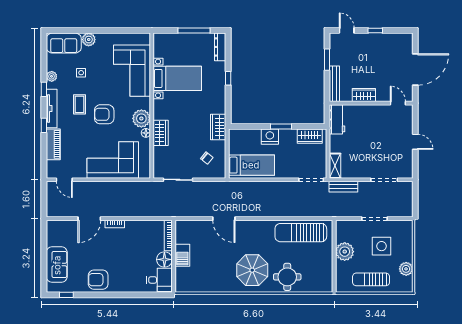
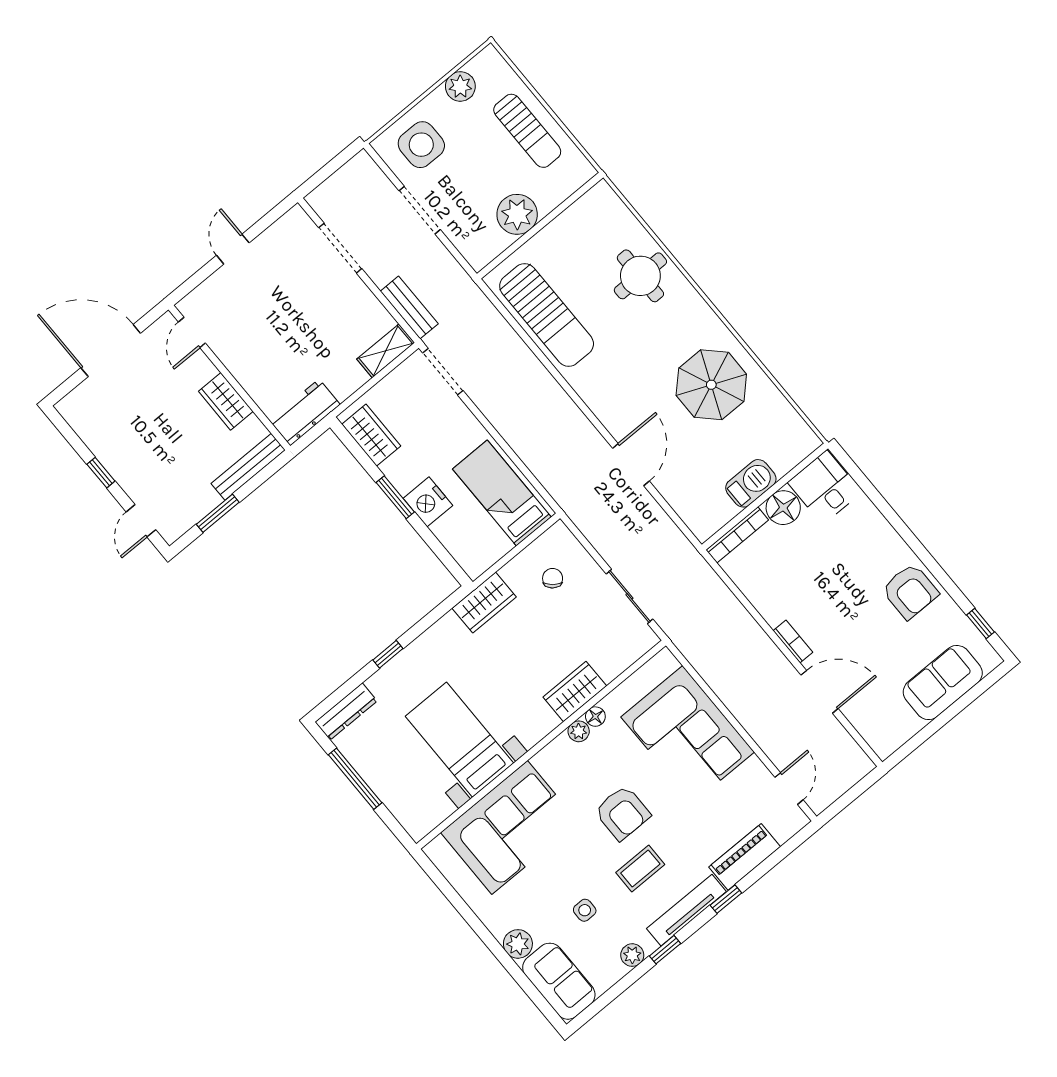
plant: (141, 118) -> (579, 731), width x0.53, depth x0.53
side table: (382, 246) -> (421, 145), moved
parasol: (252, 270) -> (711, 385), moved

